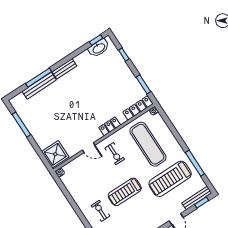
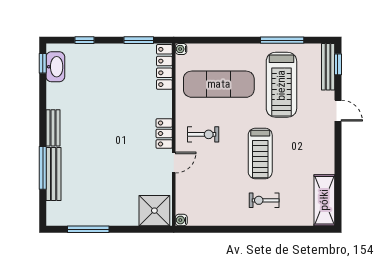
locker: (110, 126) -> (164, 133), moved

